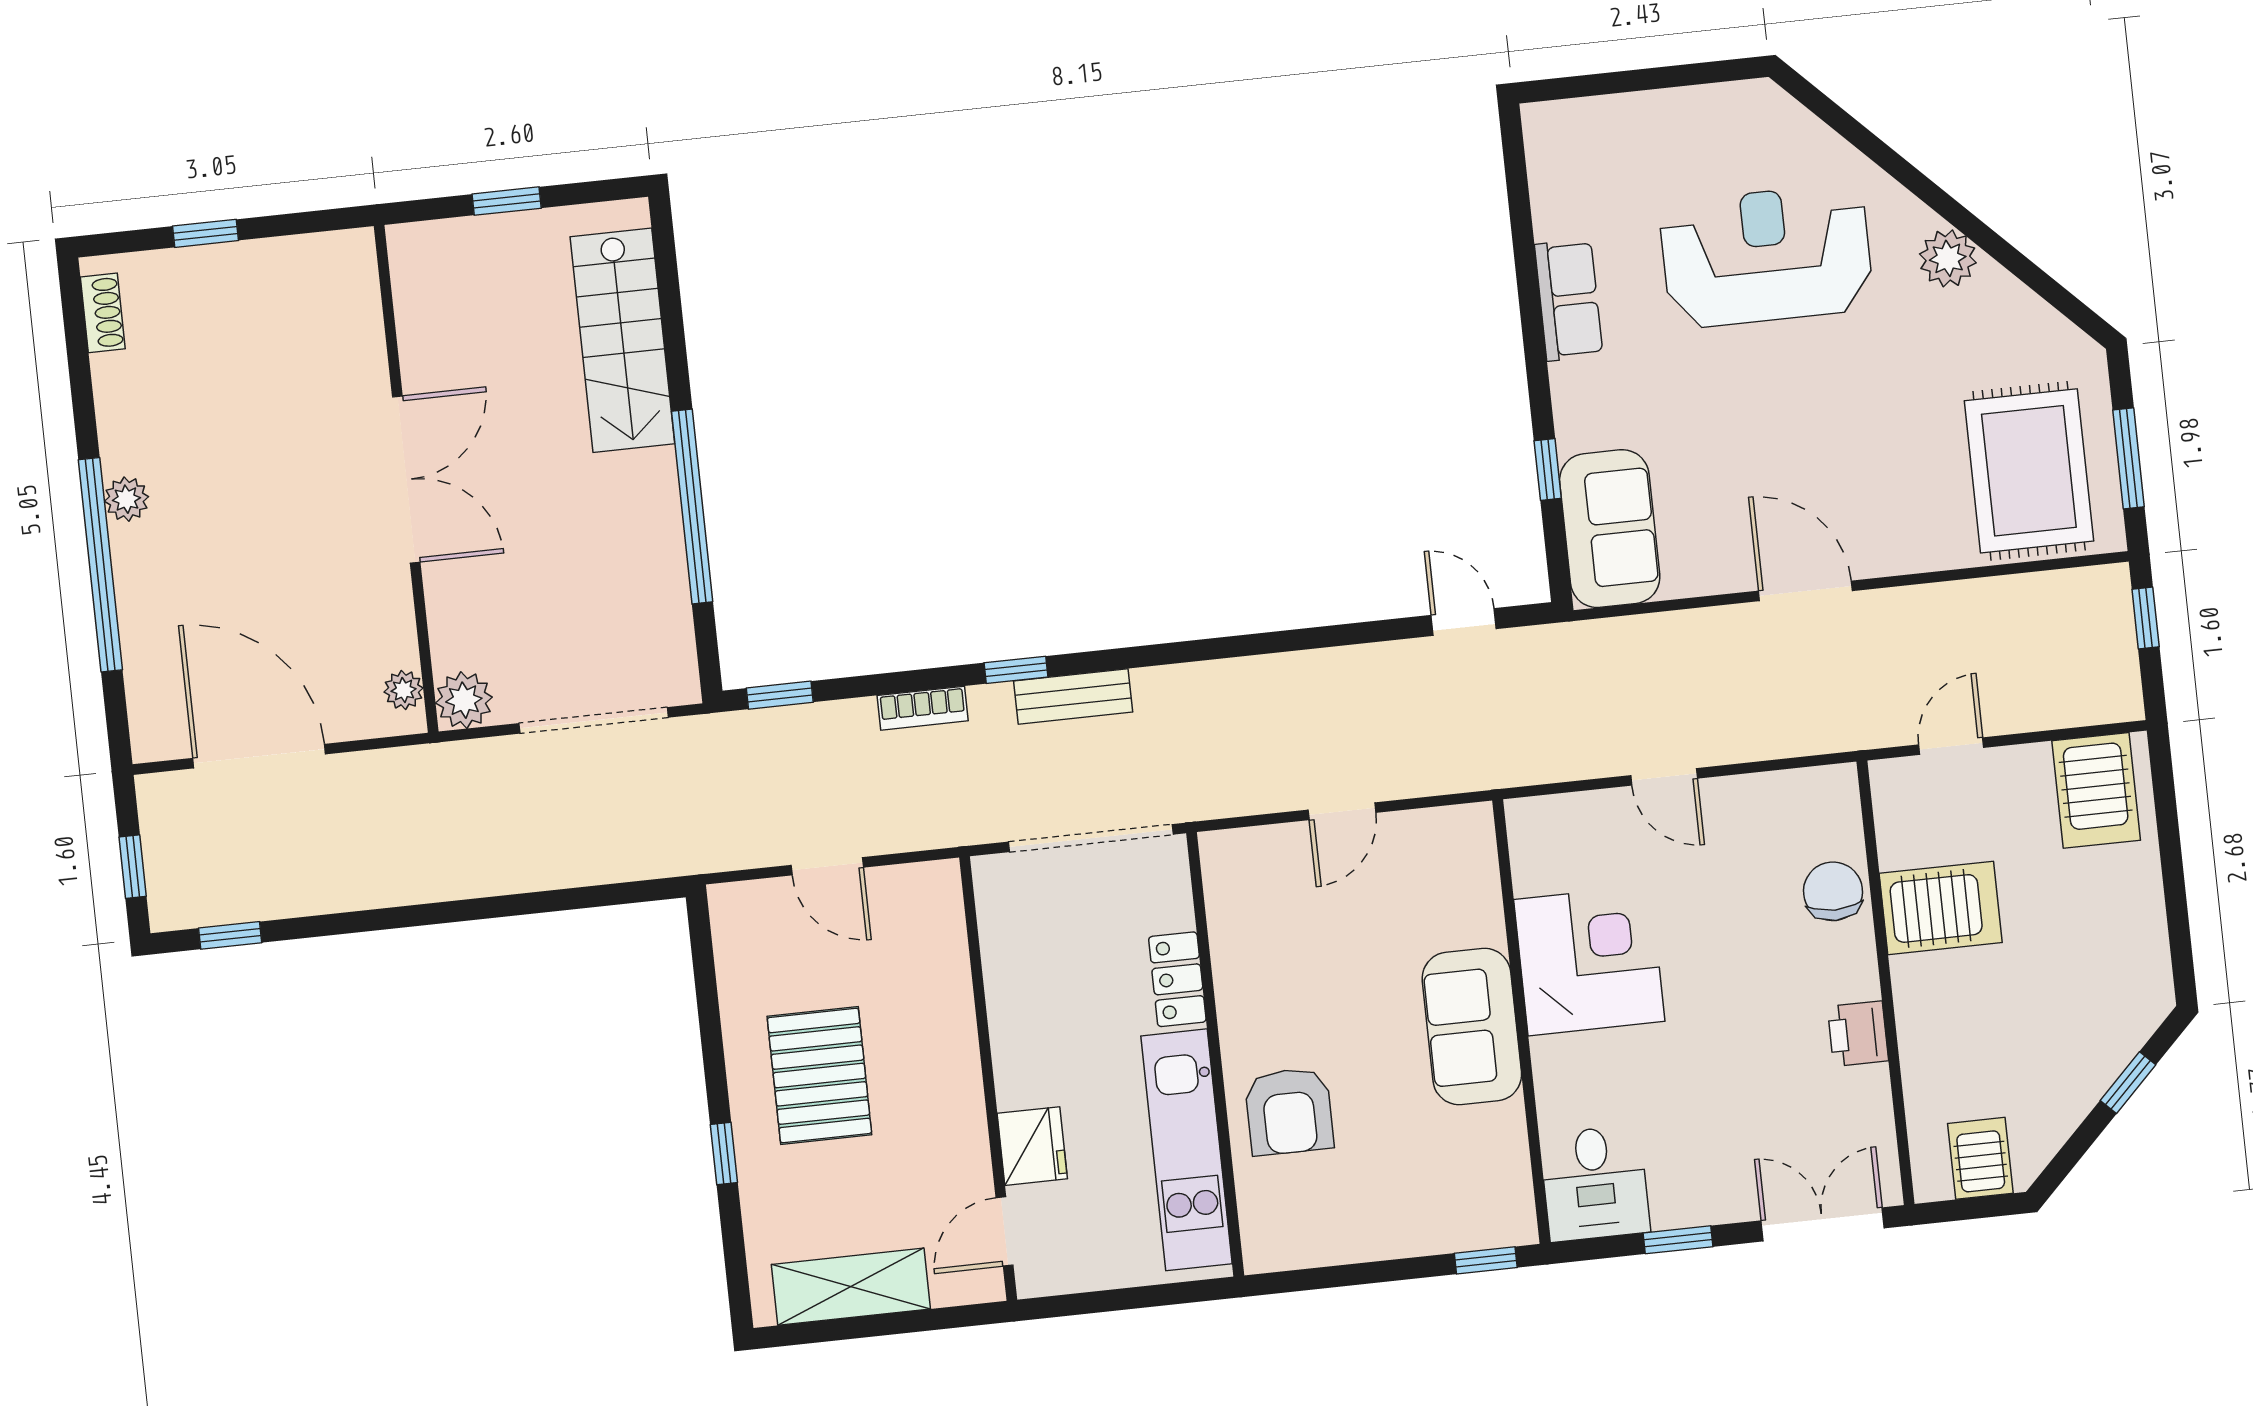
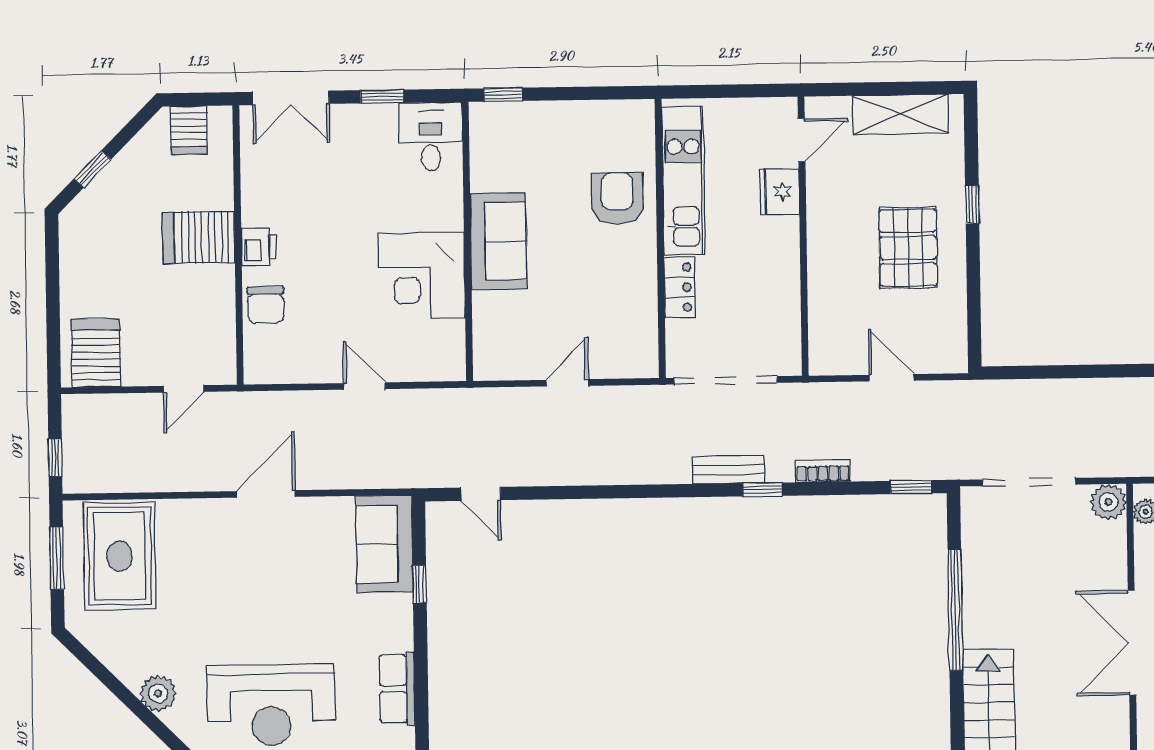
door: (1805, 591) -> (266, 494), swing flipped
server rack: (1941, 908) -> (199, 237), moved
printer: (1858, 1034) -> (259, 247), moved

